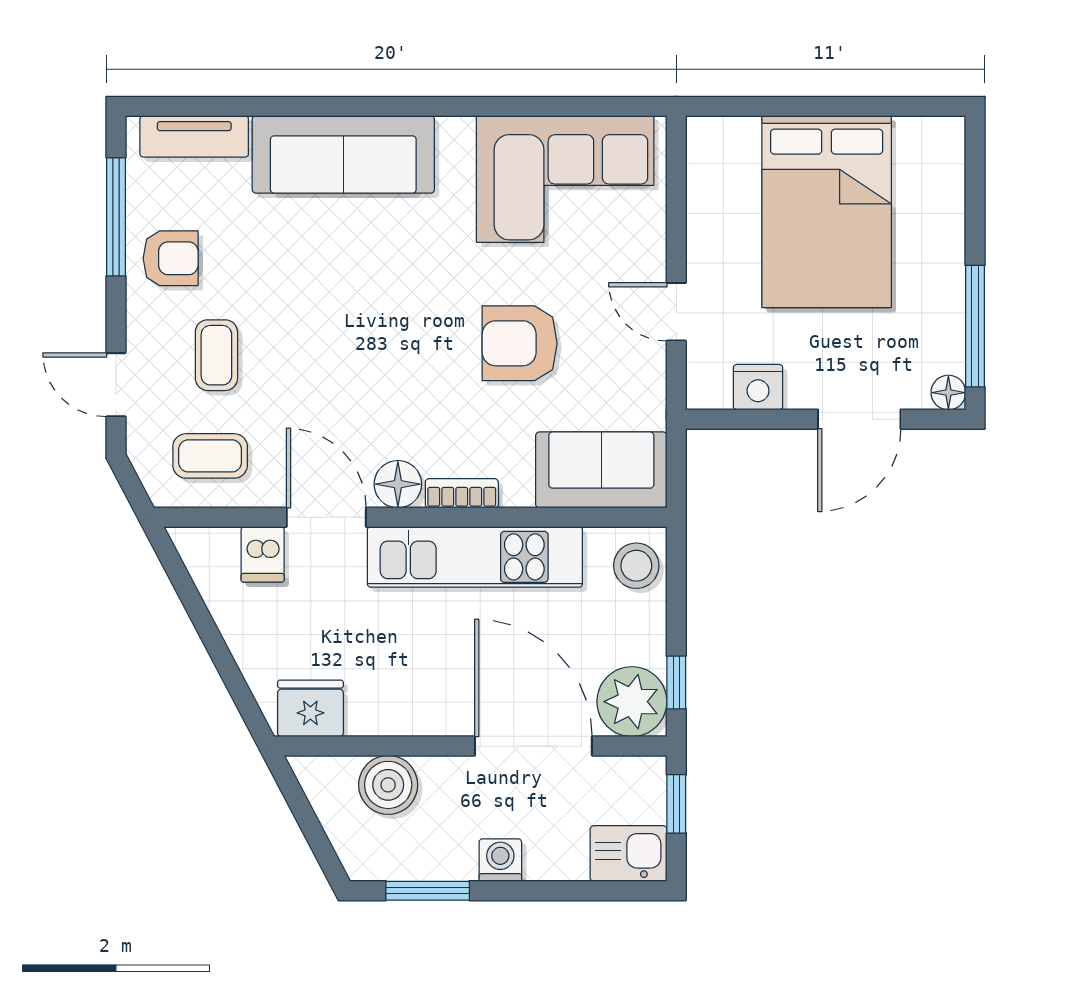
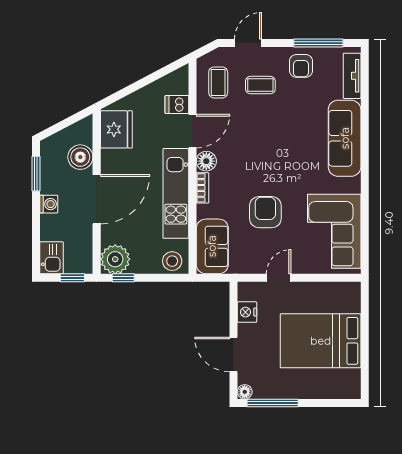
fridge: (310, 708) -> (116, 129), width x1.36, depth x1.34
door: (533, 746) -> (97, 199), moved

